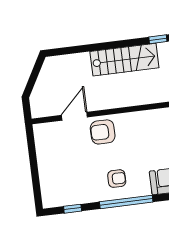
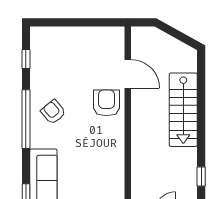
stairs: (124, 60) -> (183, 110), moved
armchair: (117, 179) -> (53, 112), turned 140

